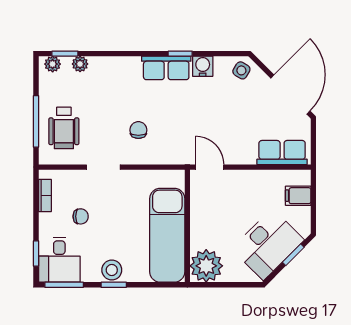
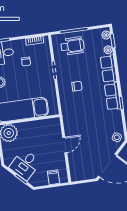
water cooler: (203, 66) -> (116, 116), removed
wheelchair: (64, 128) -> (72, 46), turned 180
row of seats: (282, 152) -> (109, 69), moved, turned 180
door: (210, 167) -> (65, 145), moved
desk: (268, 244) -> (25, 165), width x0.73

